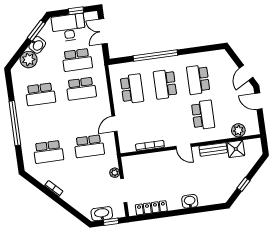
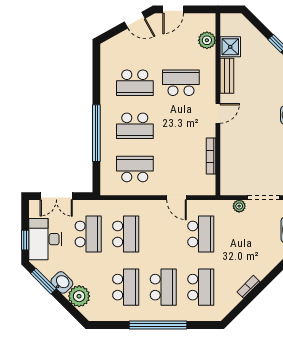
window: (76, 11) -> (25, 240), moved
school desk: (44, 123) -> (163, 287), added

